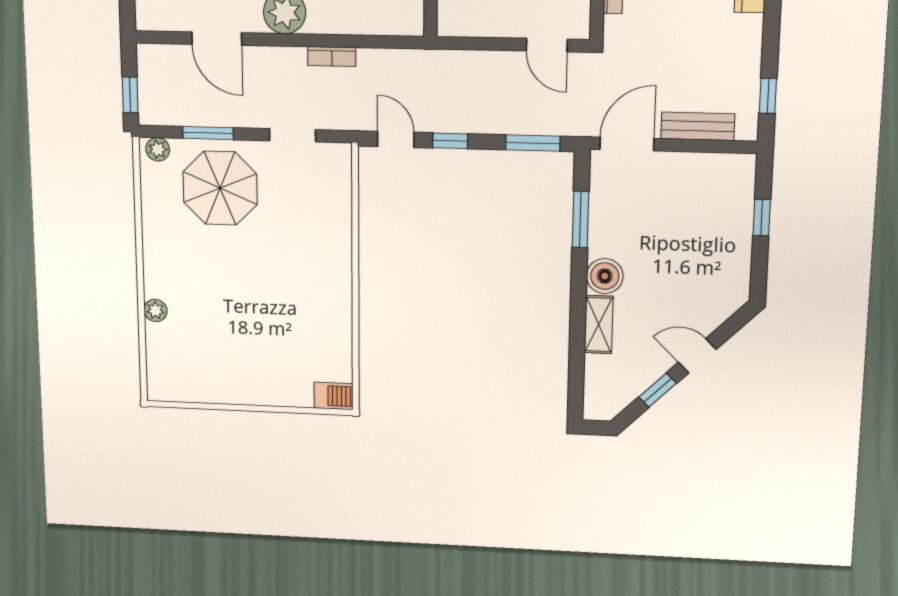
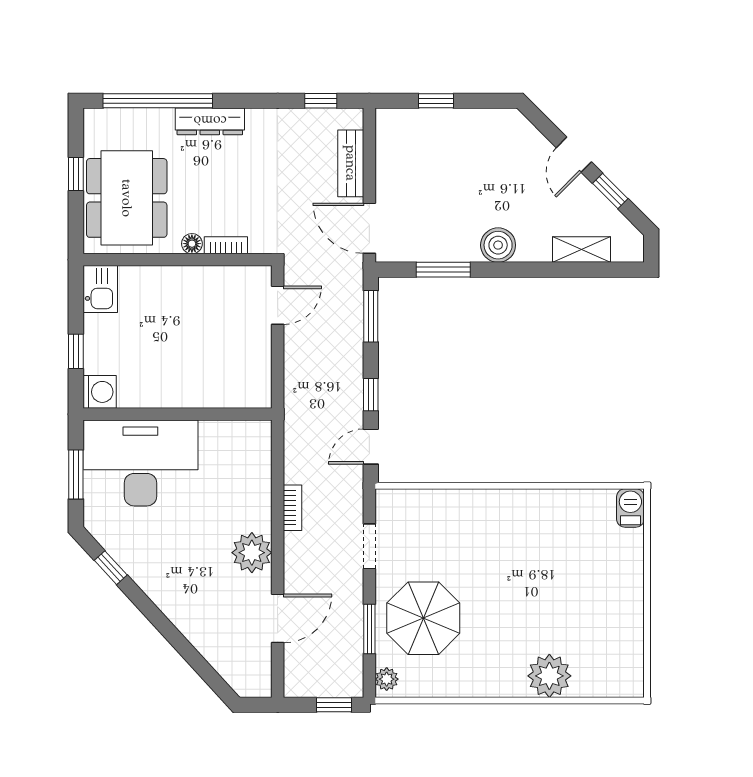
plant: (156, 310) -> (549, 676), width x1.88, depth x1.88
shelving: (599, 325) -> (582, 250), moved

